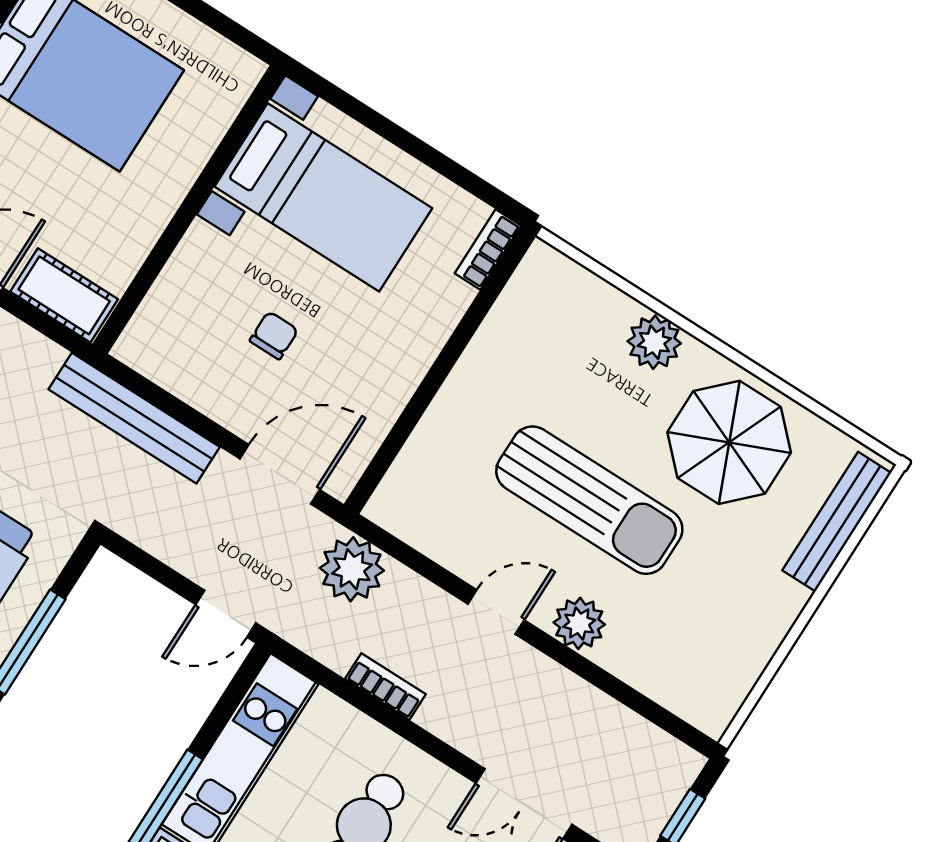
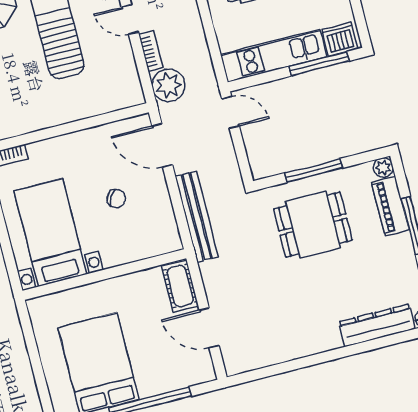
chair: (274, 335) -> (116, 199), turned -150
bookcase: (385, 687) -> (151, 51), moved, turned 180

